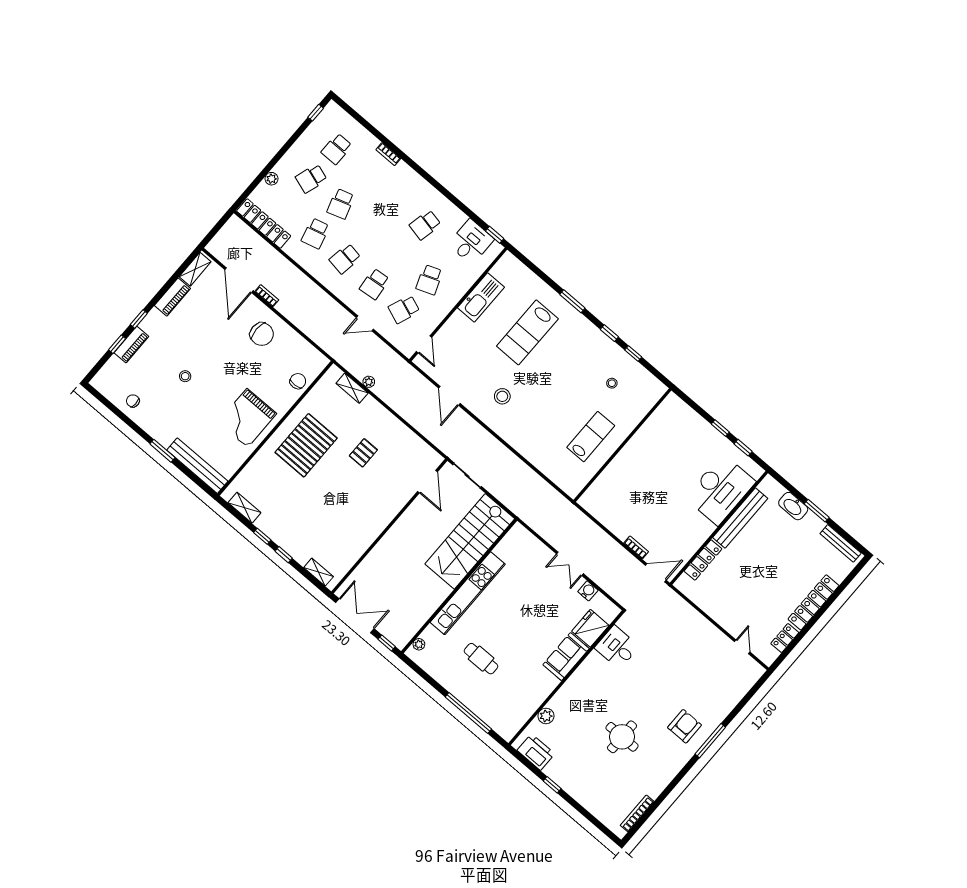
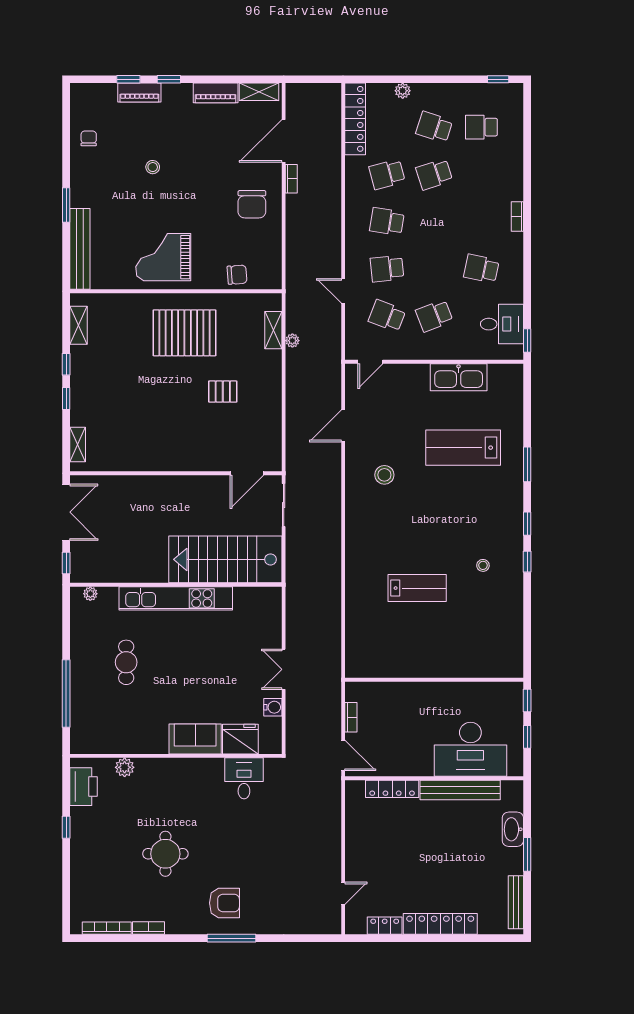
bookcase: (388, 154) -> (517, 217), moved
wall: (622, 445) -> (434, 680), moved
bookcase: (659, 787) -> (148, 928), added

